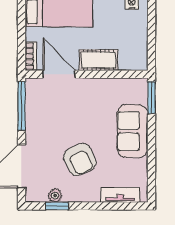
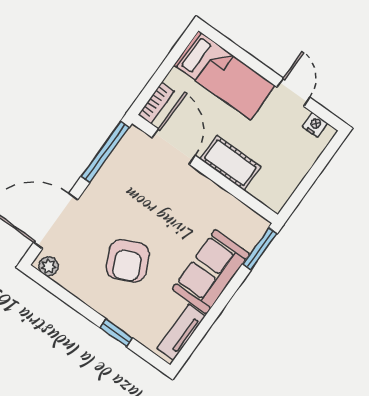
tv unit: (120, 195) -> (181, 332), moved, turned -90
plant: (55, 196) -> (49, 266), moved
window: (57, 206) -> (116, 333), moved

